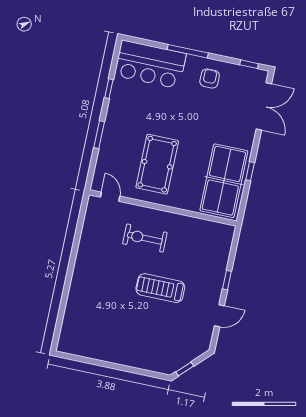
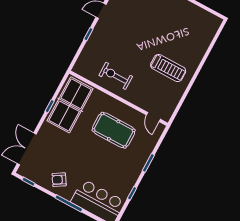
armchair: (210, 78) -> (59, 180), turned 58
pool table: (157, 164) -> (114, 130), turned 90
exercise bike: (145, 238) -> (116, 76), moved, turned 180
treadmill: (160, 288) -> (168, 68), moved

